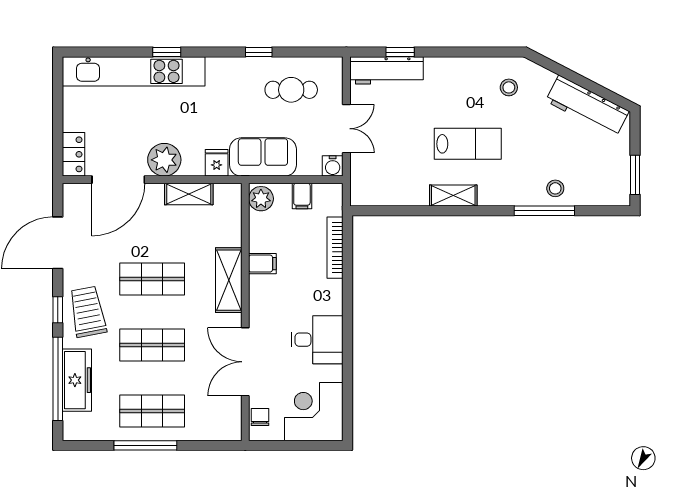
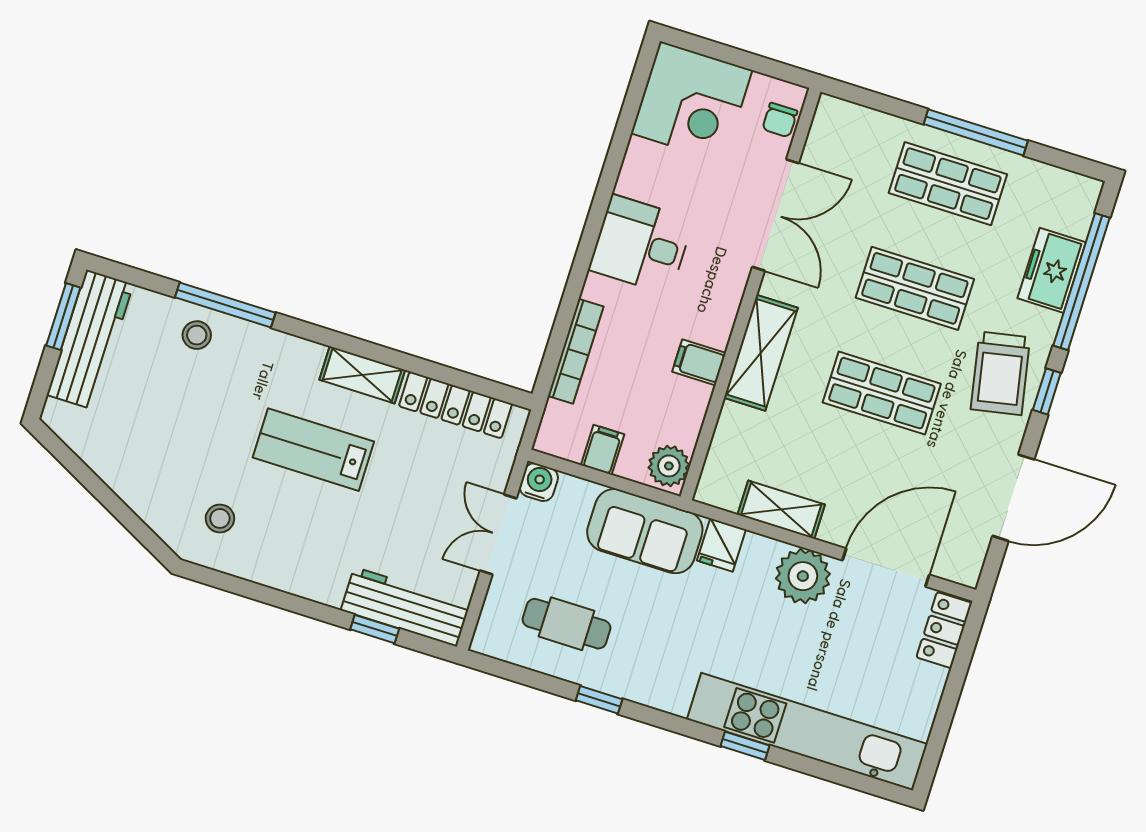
workbench: (587, 106) -> (90, 340), moved, turned 63
locker: (394, 195) -> (455, 405), added
desk: (317, 340) -> (641, 245), moved
freezer: (77, 380) -> (1052, 270), width x0.71

